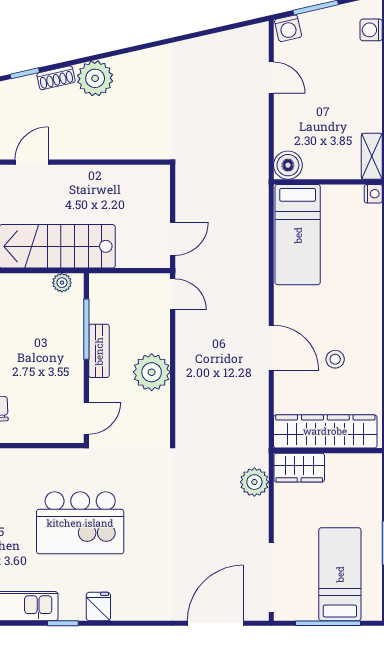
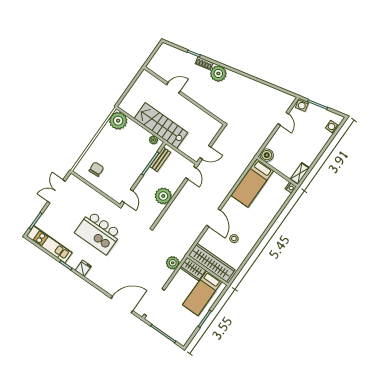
bench: (99, 351) -> (160, 159), moved
door: (86, 418) -> (127, 196), hinge flipped
bed: (340, 574) -> (202, 293), moved, turned 180

